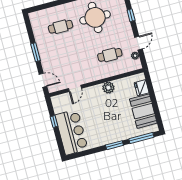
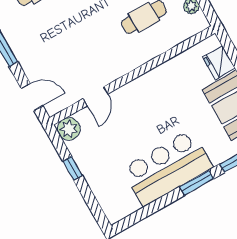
plant: (108, 88) -> (69, 129), moved
bar counter: (72, 132) -> (167, 168), moved, turned -90

